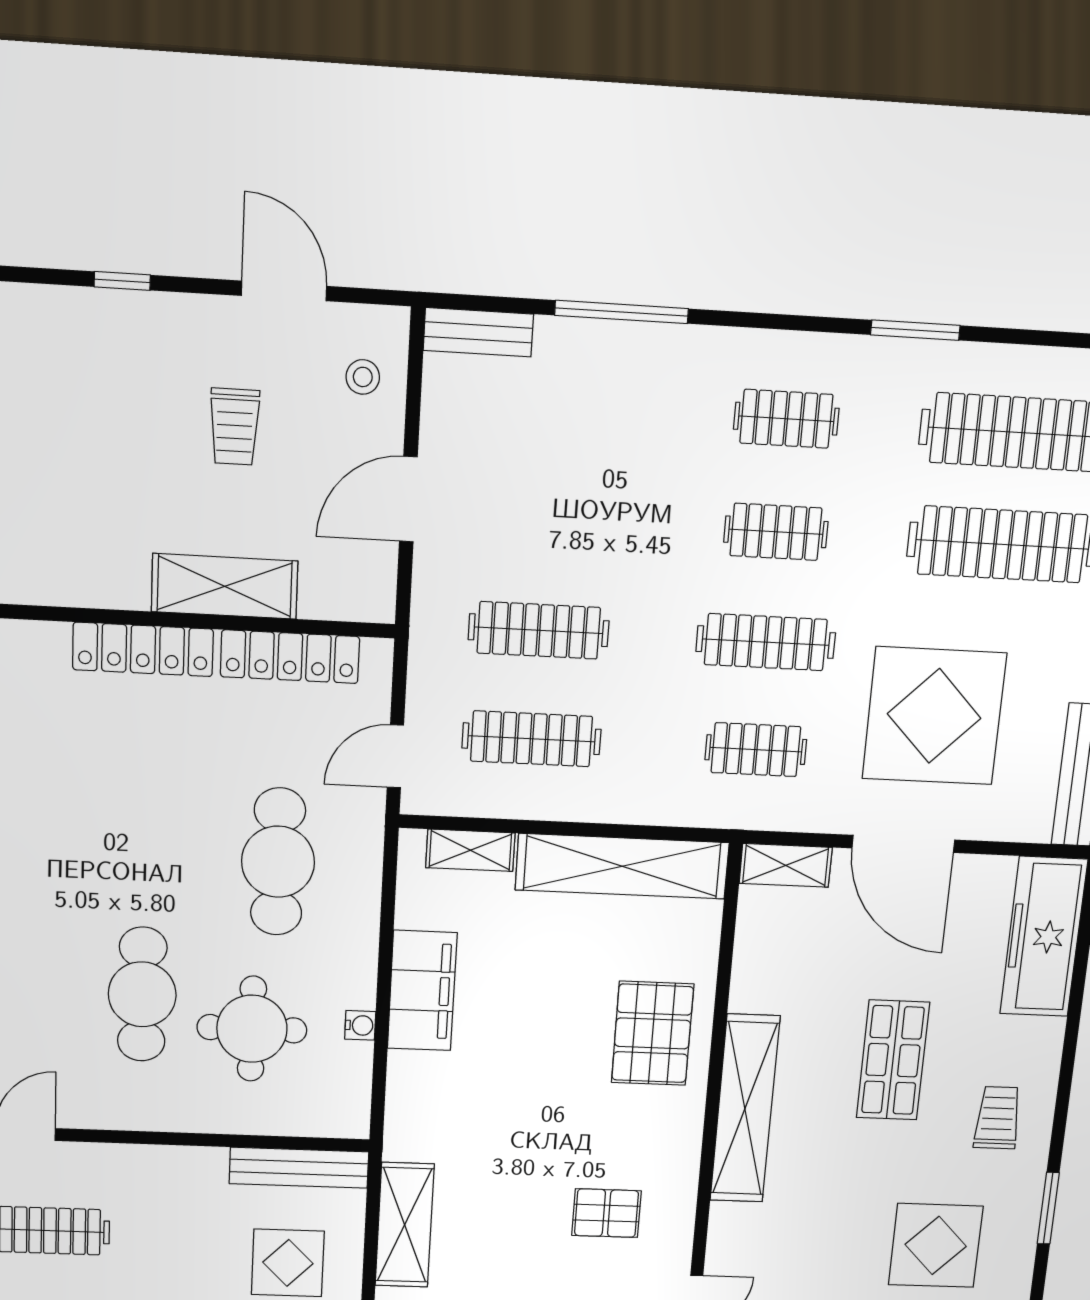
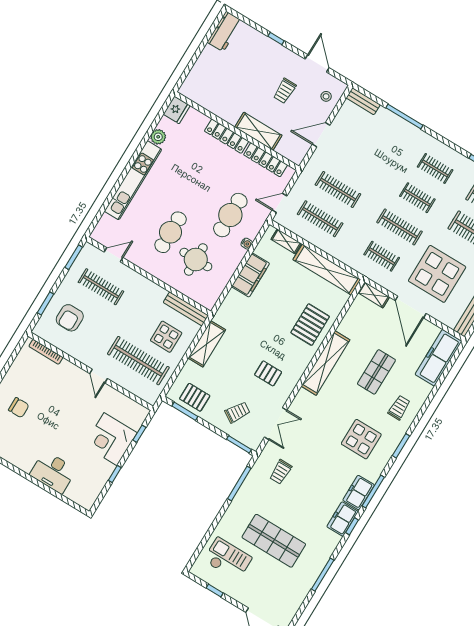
water cooler: (360, 1025) -> (247, 244), moved

